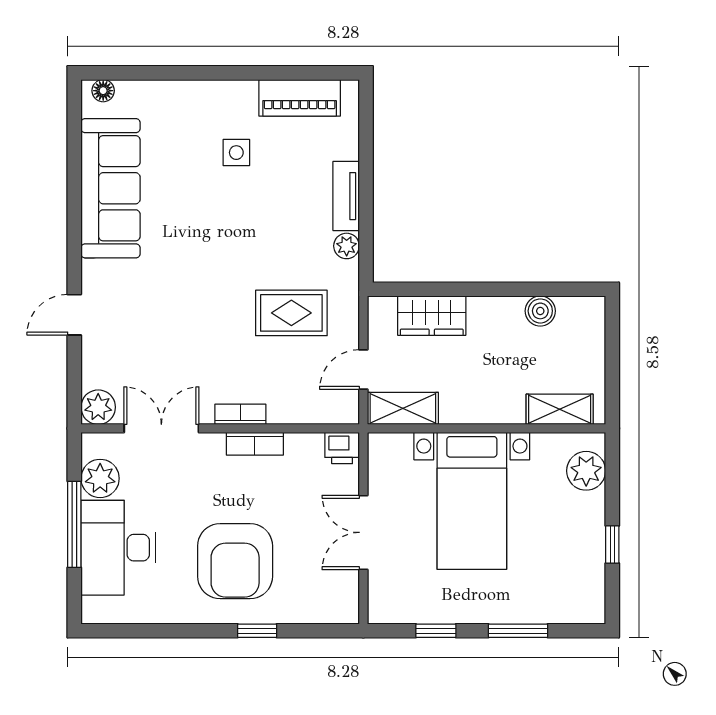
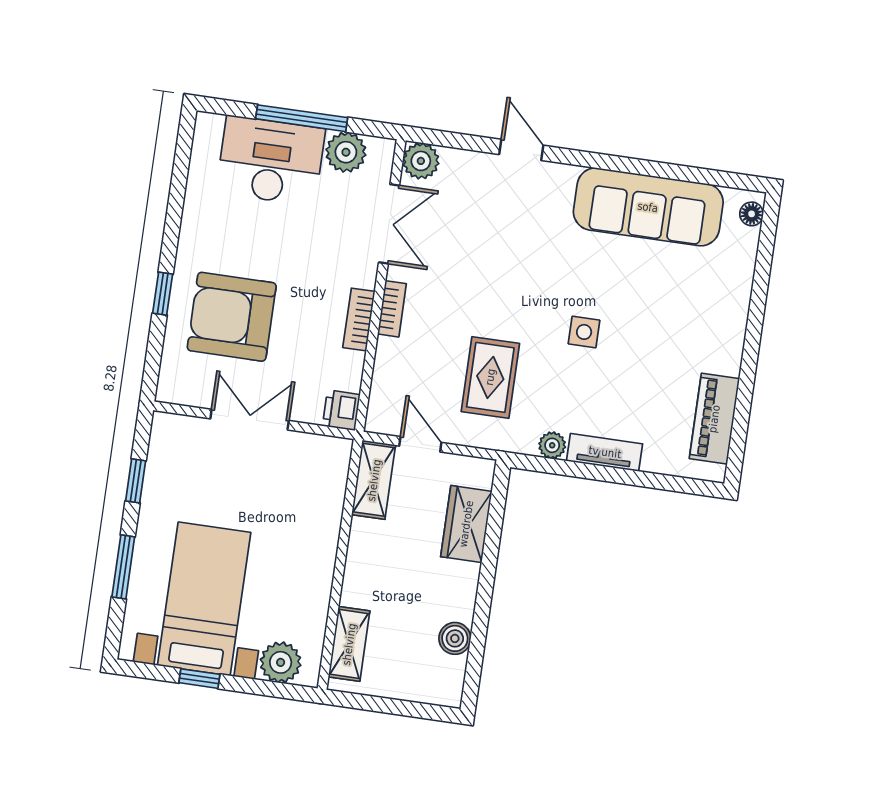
side table: (236, 153) -> (584, 332), moved
bed with nightstands: (472, 501) -> (204, 599), moved, turned 90
armchair: (235, 561) -> (232, 317), moved

